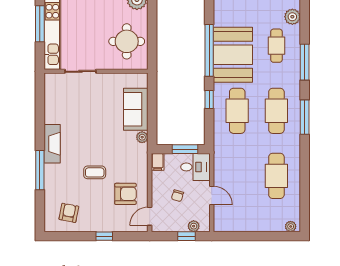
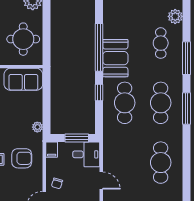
booth: (233, 55) -> (115, 58), width x0.73, depth x0.70
sofa: (136, 109) -> (23, 79), moved, turned -90
armchair: (125, 194) -> (22, 158), moved
chair: (177, 196) -> (57, 183), moved

